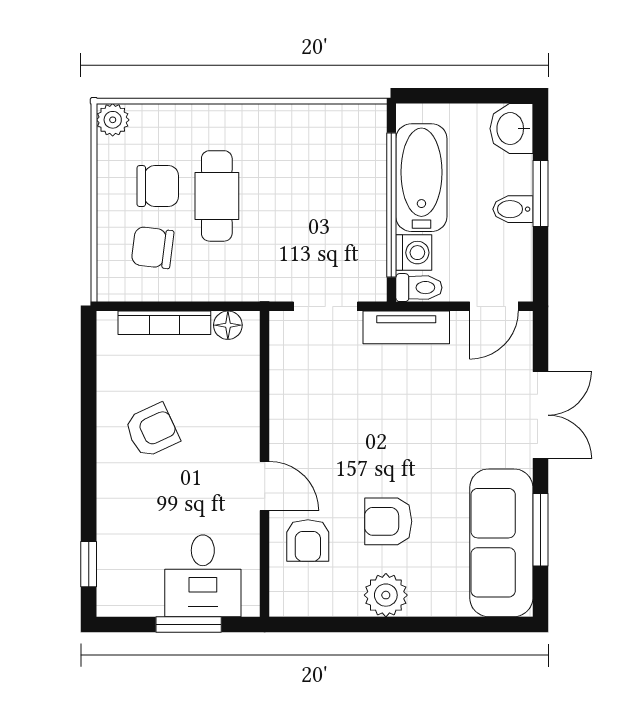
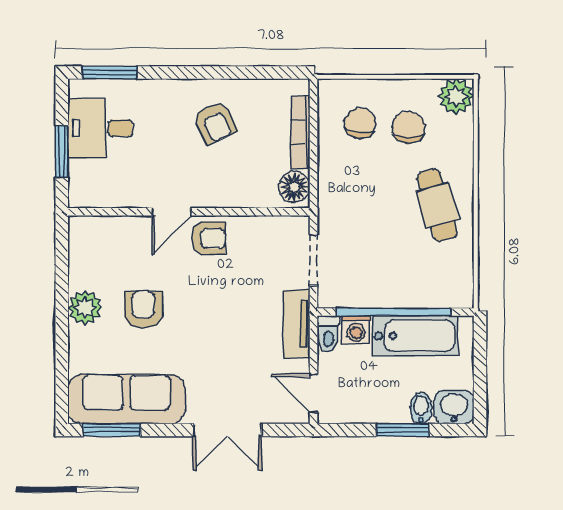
plant: (113, 120) -> (456, 96), width x1.38, depth x1.38
chair: (158, 186) -> (409, 127), turned 180
cafe table: (217, 196) -> (437, 205), moved, turned 74
bidet: (513, 209) -> (421, 408), moved
floor lamp: (228, 325) -> (294, 187), width x1.37, depth x1.37
window: (540, 530) -> (112, 430), moved
armchair: (308, 541) -> (208, 238), moved, turned 180
window: (89, 564) -> (110, 73), width x1.50
desk: (203, 576) -> (100, 128), moved

